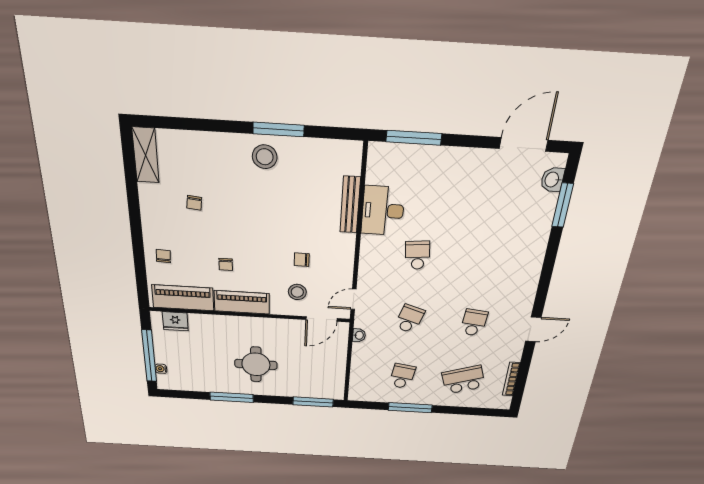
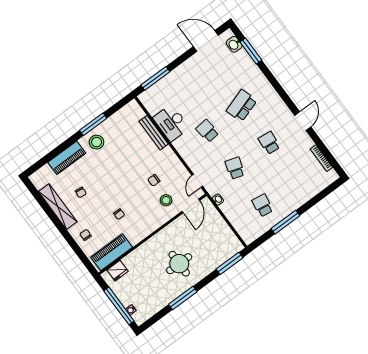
door: (524, 144) -> (206, 41), hinge flipped
shelving: (146, 155) -> (58, 207), moved, width x1.47
piano: (242, 302) -> (67, 158), moved, turned 180
school desk: (463, 380) -> (242, 106), moved

